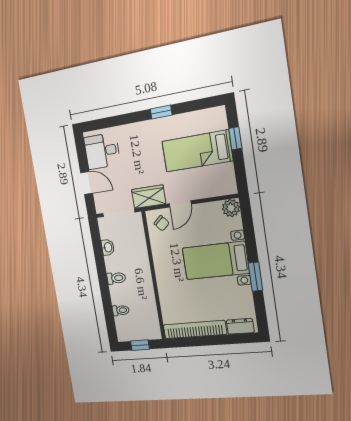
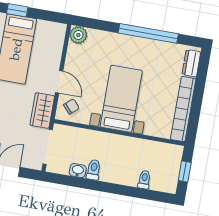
bed with nightstands: (216, 261) -> (121, 99), moved, turned 180
window: (255, 277) -> (148, 33), width x2.11
toilet: (116, 278) -> (94, 170), moved

